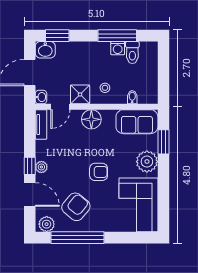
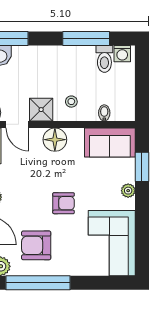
washing machine: (118, 48) -> (122, 54), moved
door: (60, 107) -> (17, 124), hinge flipped
plant: (147, 162) -> (128, 191), width x0.53, depth x0.53
armchair: (76, 207) -> (36, 245), turned -130

